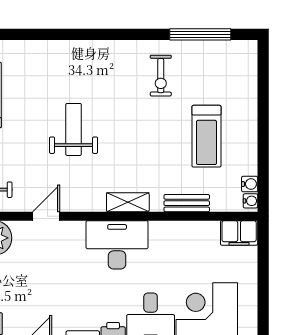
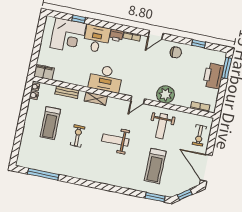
exercise bike: (161, 76) -> (78, 136), moved
weight bench: (74, 129) -> (115, 140), turned 90
treadmill: (206, 136) -> (50, 123), turned 180

